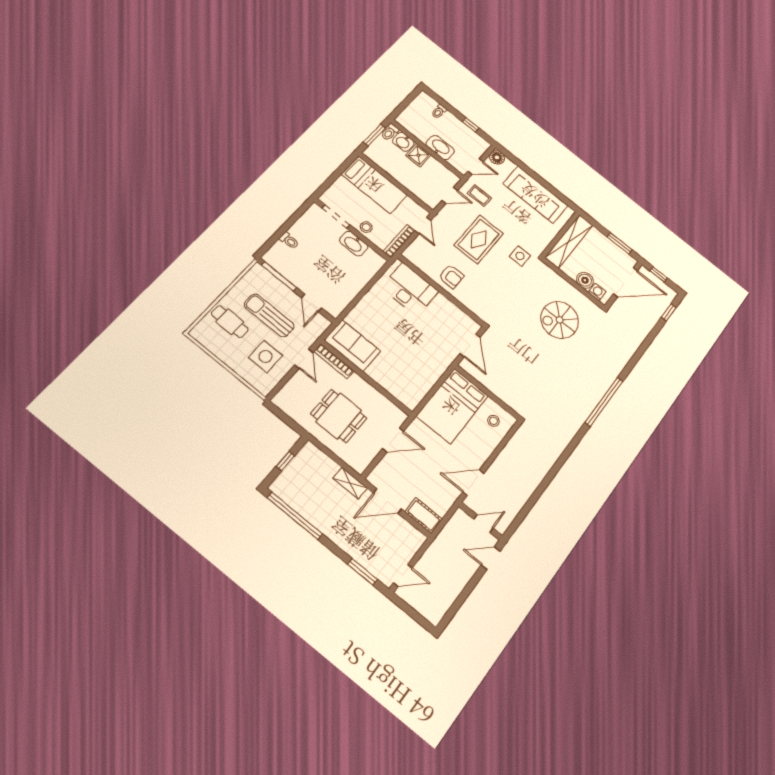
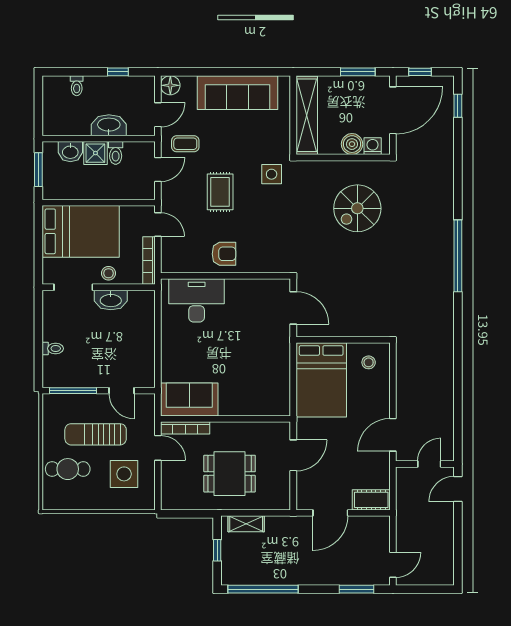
toilet: (390, 132) -> (116, 153), moved
bed: (374, 185) -> (81, 231), width x1.50
rug: (479, 239) -> (220, 192), width x0.73, depth x0.70
shelving: (350, 483) -> (246, 524), moved

